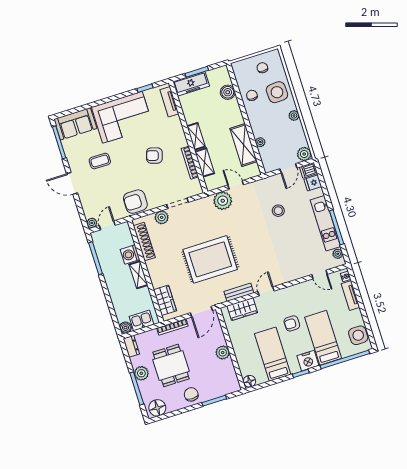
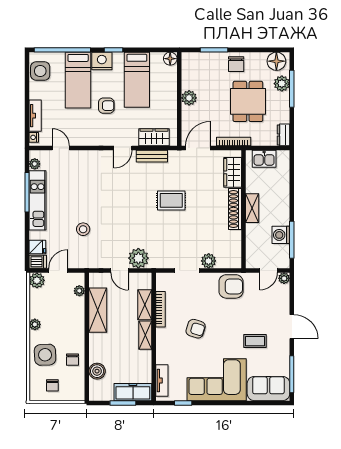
plant: (260, 142) -> (79, 291), moved
shoe rack: (144, 242) -> (235, 209), moved
washing machine: (130, 254) -> (281, 235), moved, turned 180
rug: (210, 259) -> (171, 200), width x0.54, depth x0.49
boiler: (126, 328) -> (283, 157), removed
plant: (141, 373) -> (282, 84), moved

